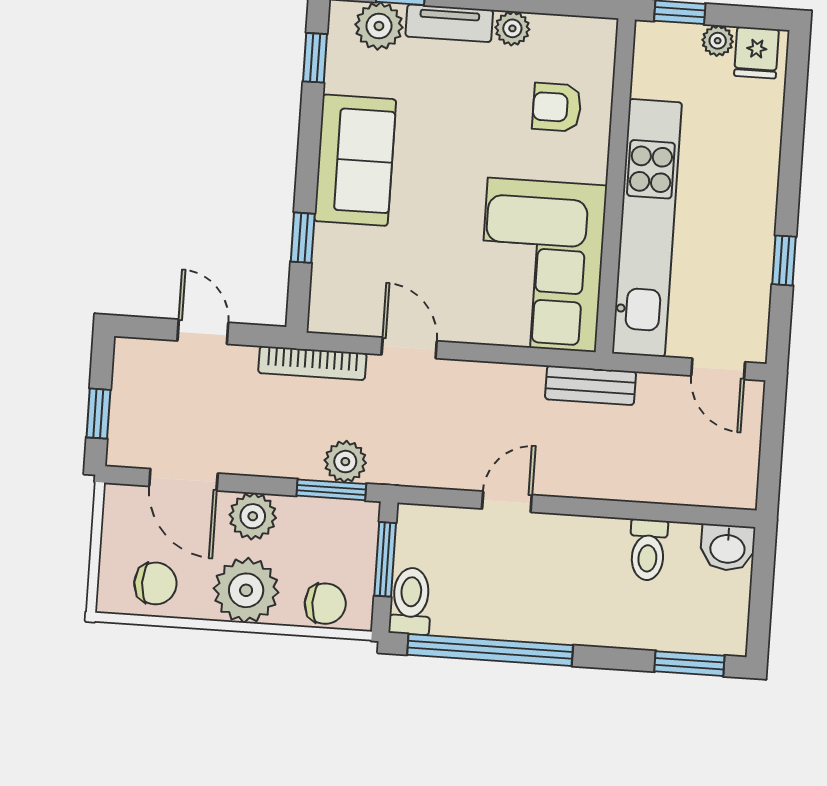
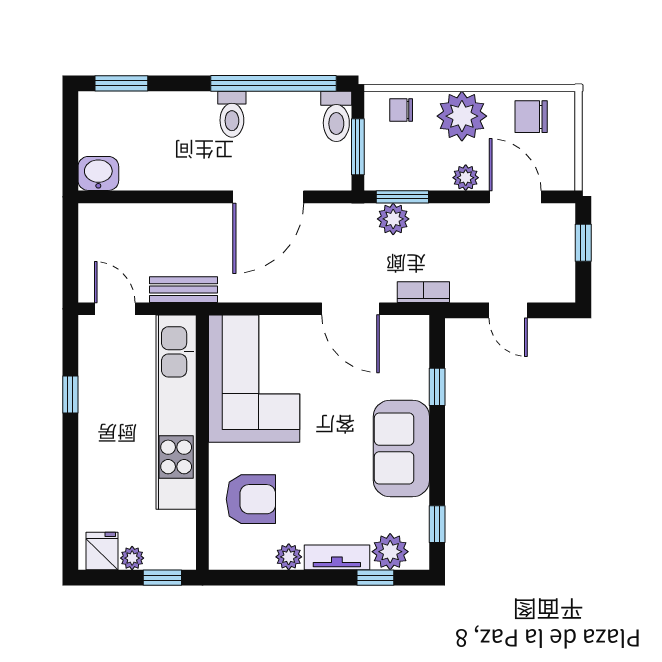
armchair: (557, 107) -> (251, 499), width x1.38, depth x1.38
door: (409, 348) -> (351, 309), width x1.38
bookcase: (312, 363) -> (423, 292), width x0.64
bench: (590, 385) -> (183, 290), moved
door: (507, 502) -> (268, 197), width x1.88
plant: (253, 516) -> (466, 178), width x0.73, depth x0.73
toilet: (648, 550) -> (232, 114), moved, turned 180
chair: (325, 604) -> (401, 110), width x0.73, depth x0.73

